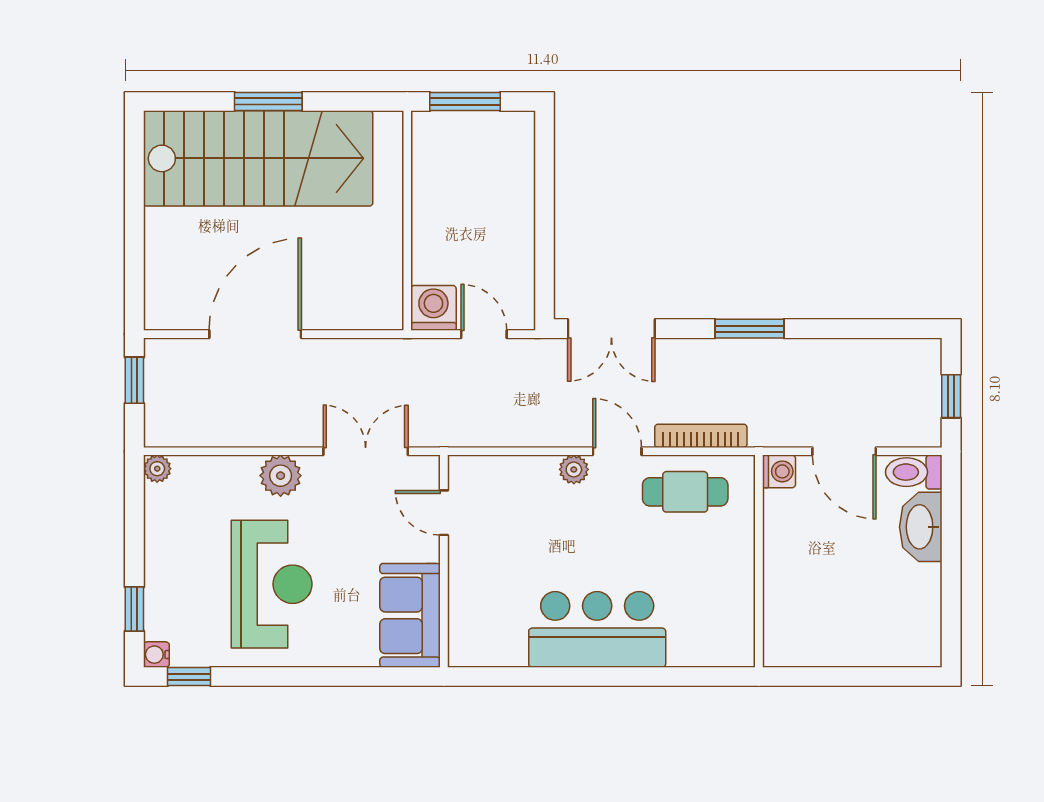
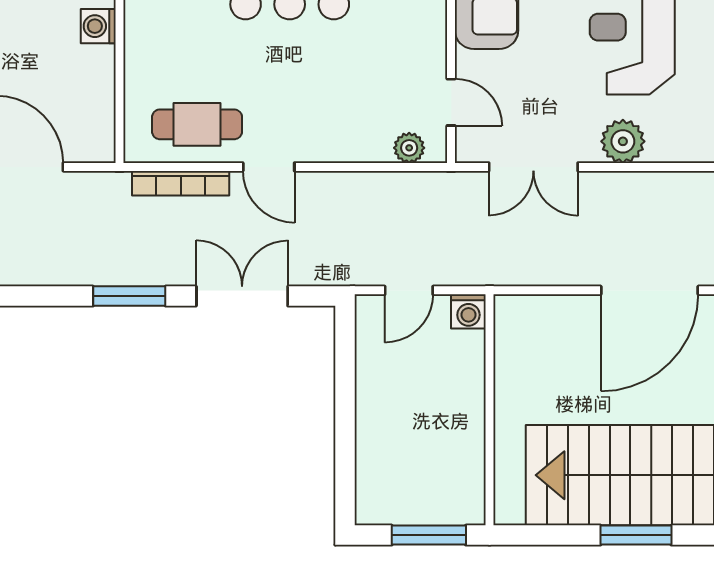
washing machine: (433, 308) -> (468, 311), width x0.73, depth x0.73
double door: (611, 329) -> (242, 296), moved
door: (484, 334) -> (409, 290), hinge flipped
plant: (574, 469) -> (409, 148), moved
washing machine: (779, 471) -> (98, 26), moved

